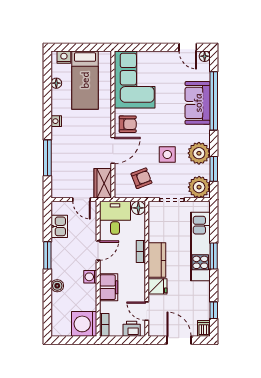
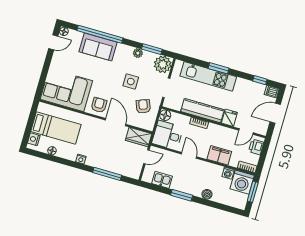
plant: (199, 153) -> (138, 53), width x0.53, depth x0.53
kitchen counter: (157, 260) -> (202, 111), width x1.50
washing machine: (90, 277) -> (228, 173), moved
window: (76, 340) -> (253, 192), added

